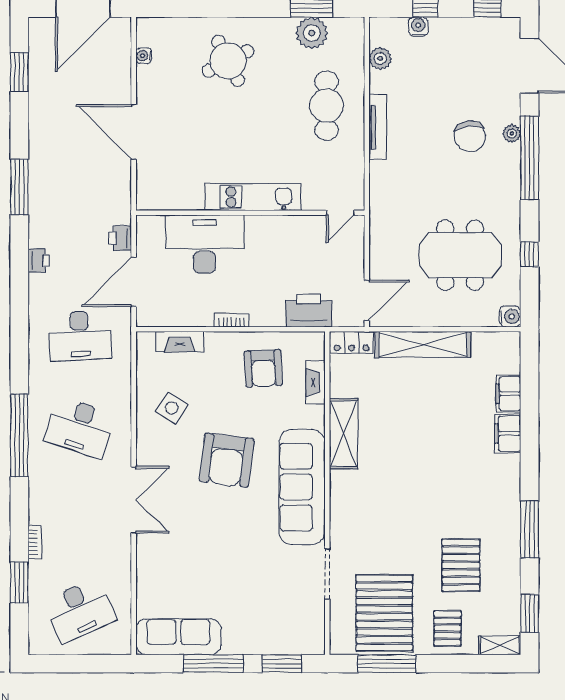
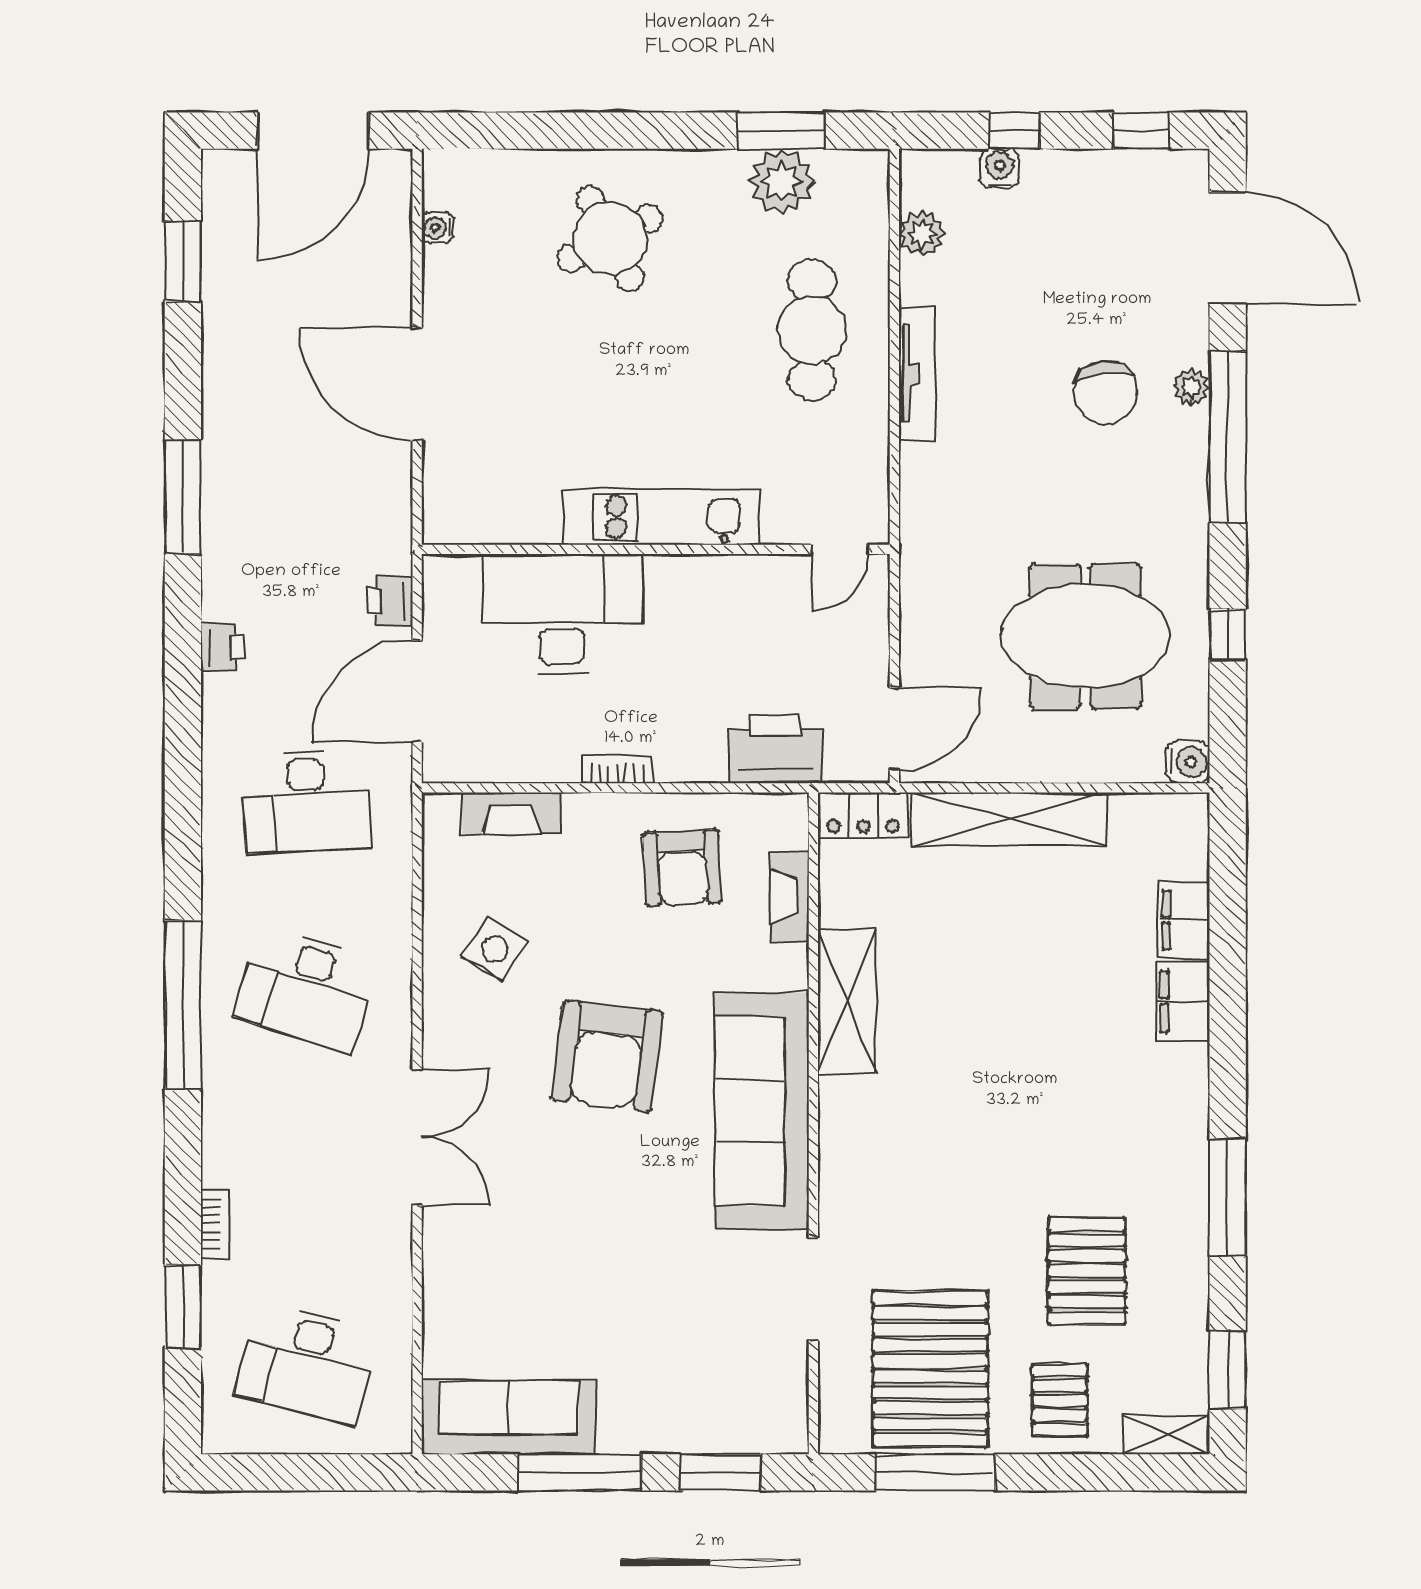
desk: (80, 610) -> (307, 1363), turned 39

